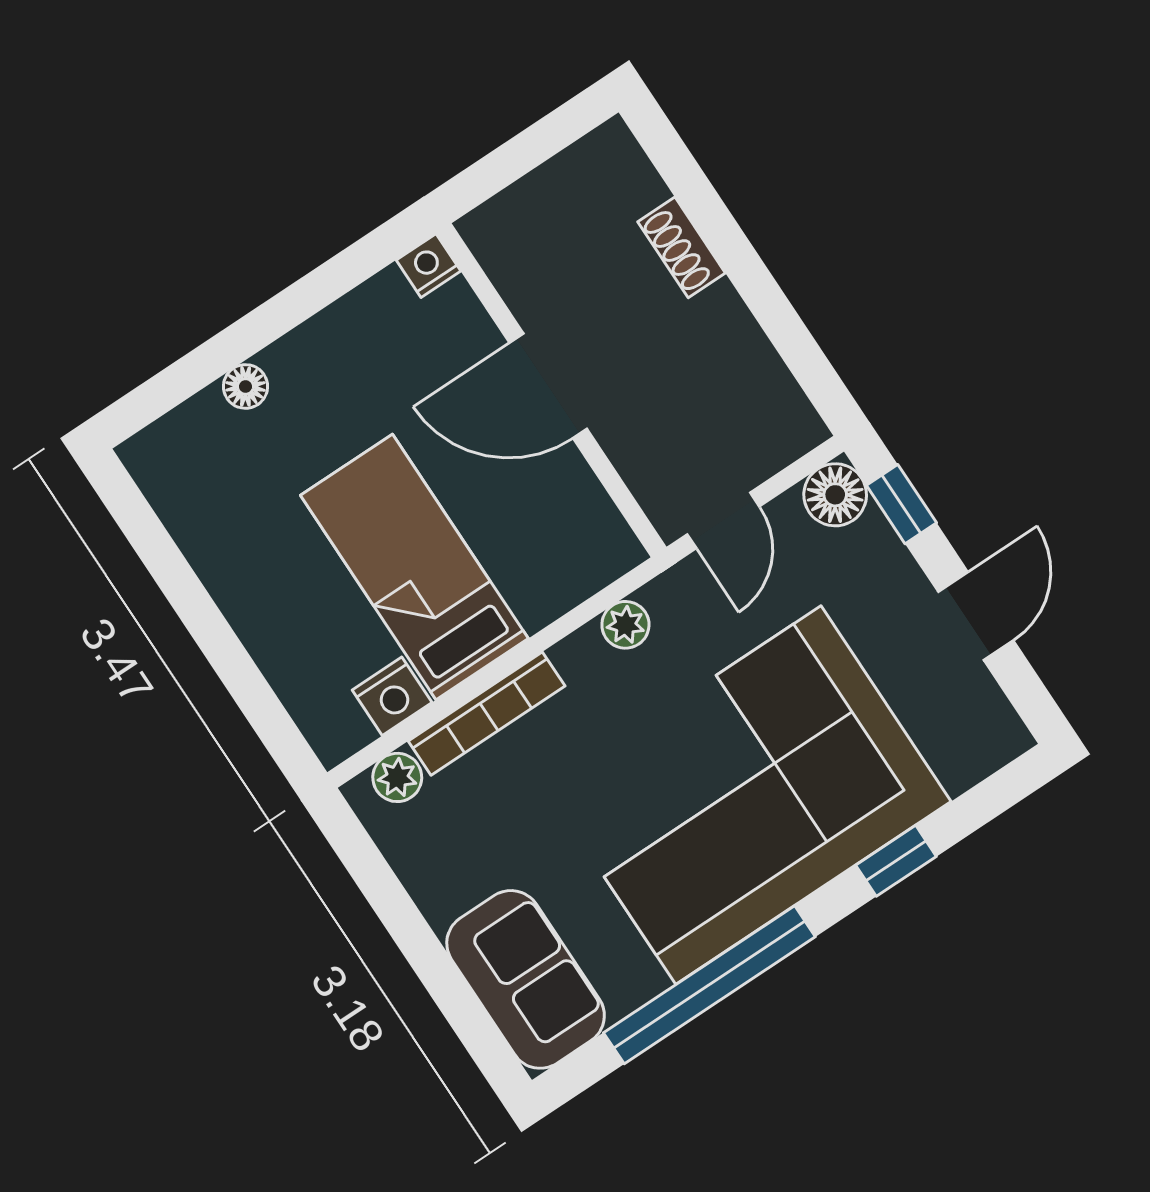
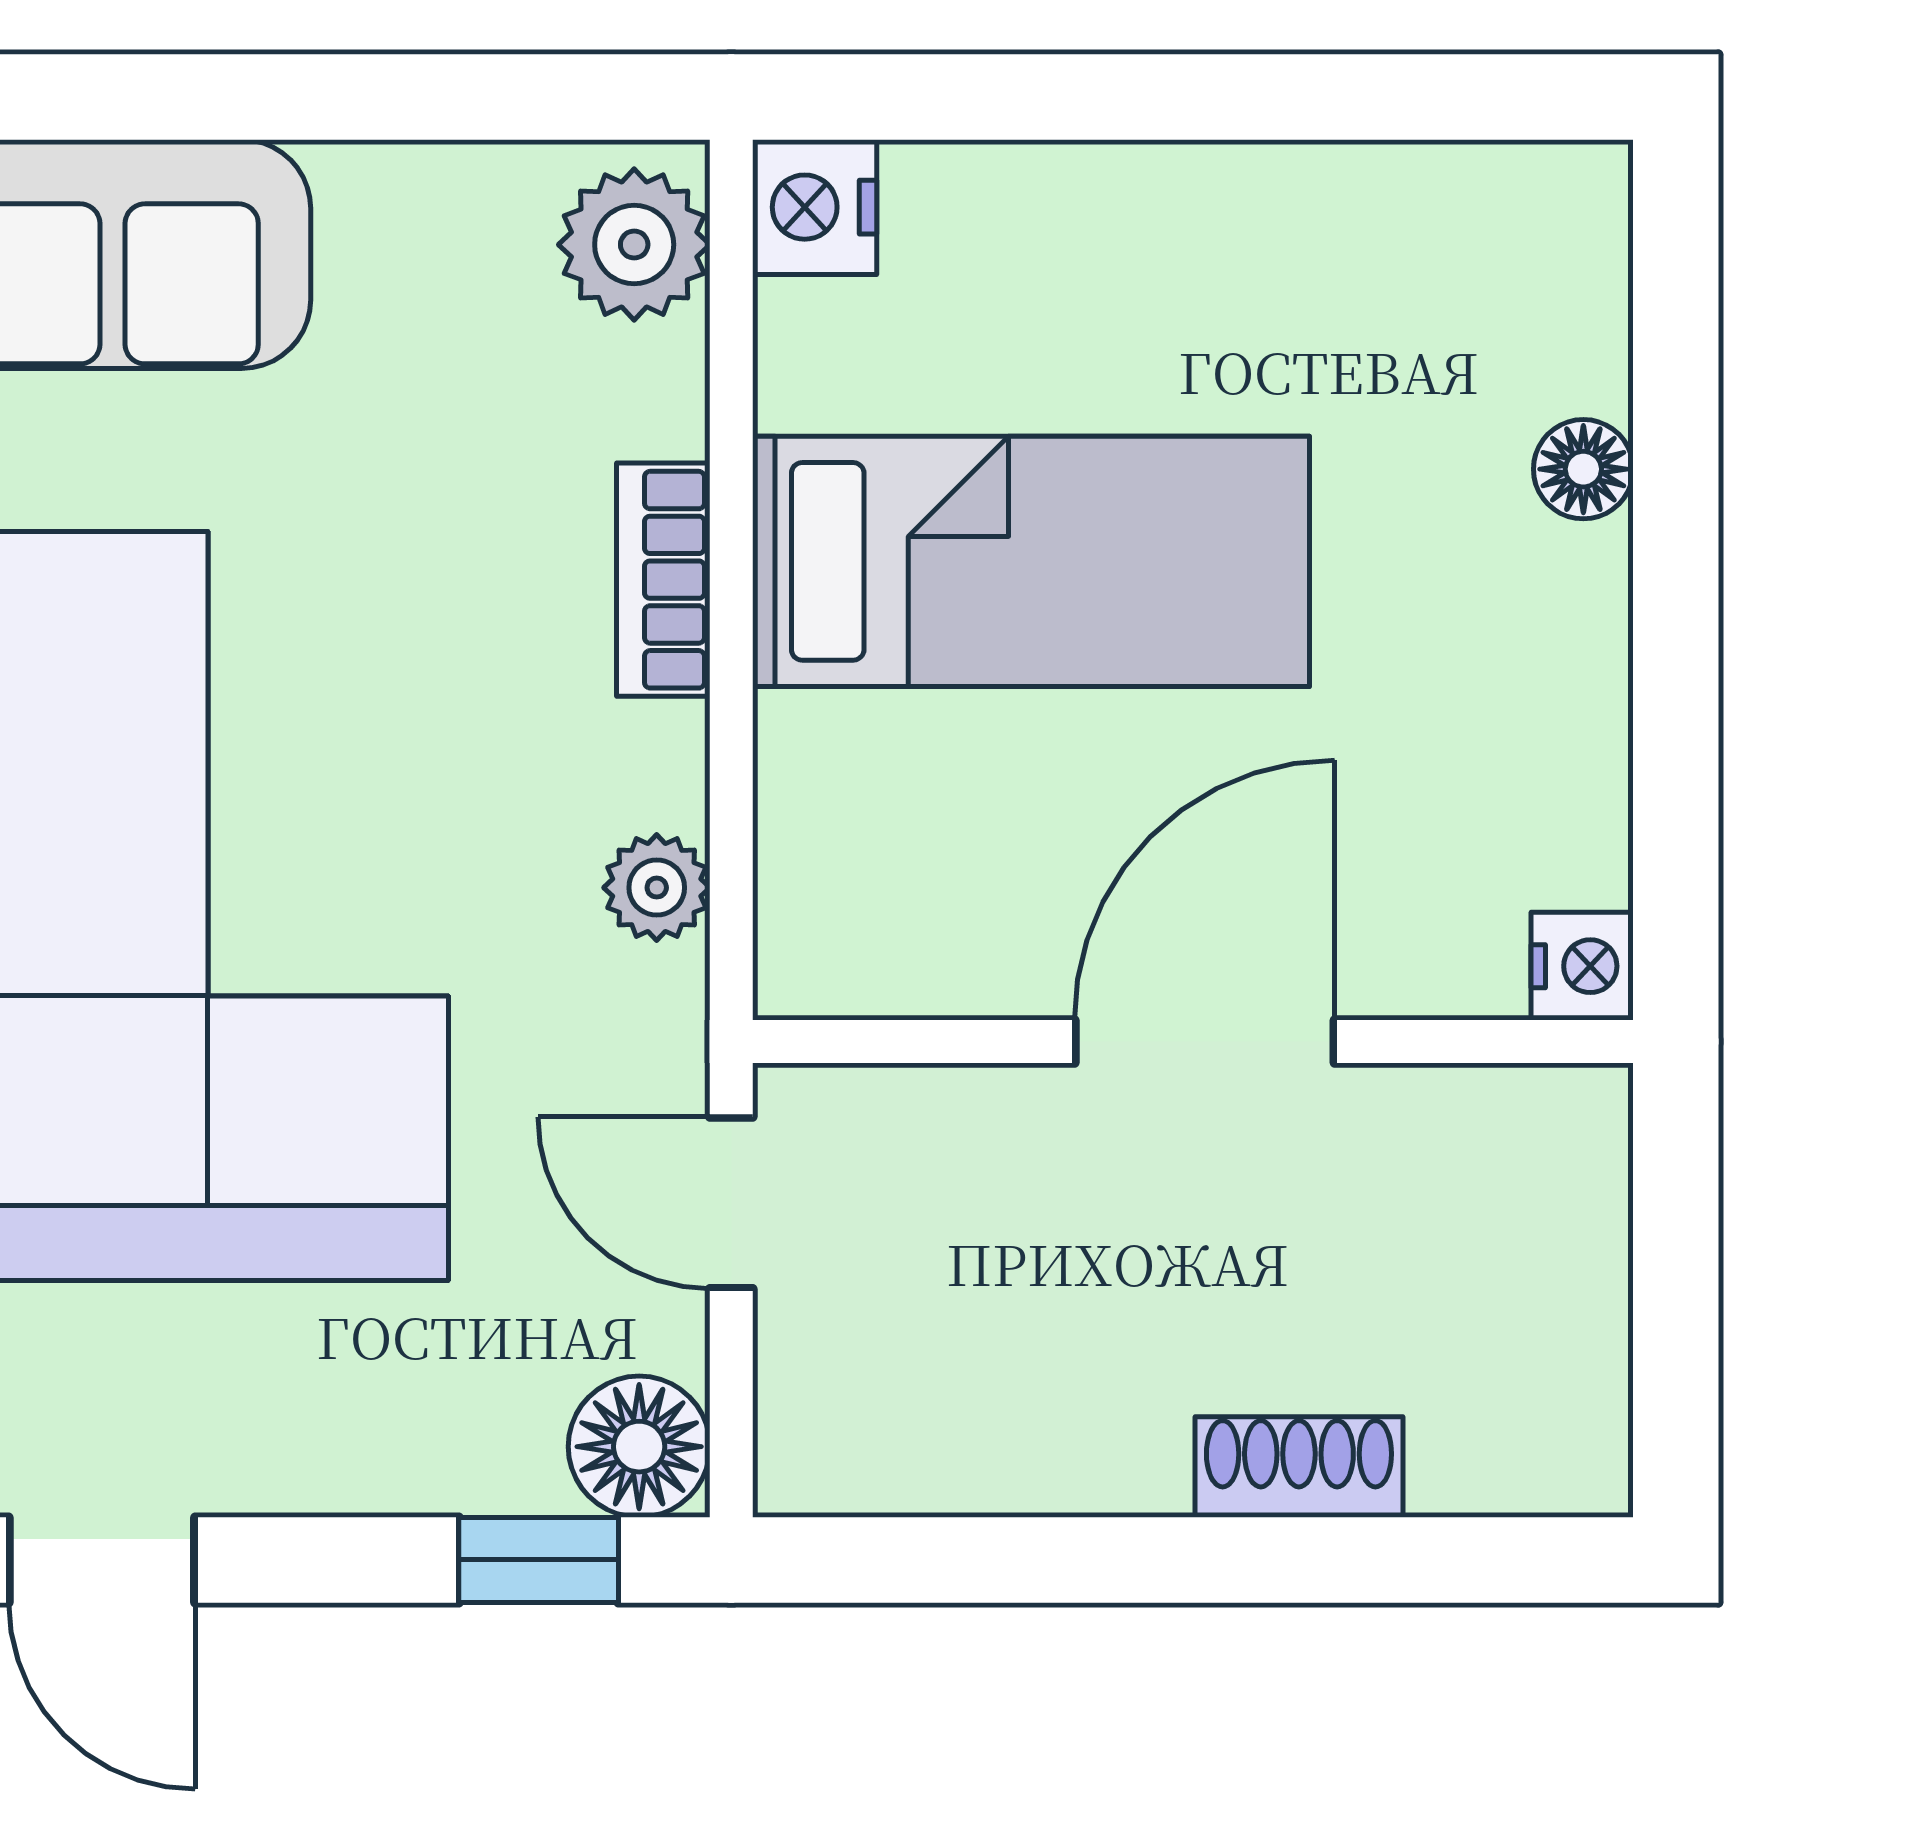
door: (976, 616) -> (102, 1560), moved
nightstand: (392, 696) -> (815, 207), moved
bookcase: (487, 714) -> (663, 580), width x0.64
plant: (397, 777) -> (634, 245), width x1.38, depth x1.38

